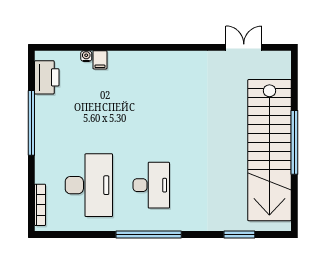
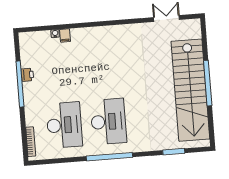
printer: (47, 77) -> (27, 75), moved, width x0.53, depth x0.68
desk: (151, 185) -> (108, 122), width x1.36, depth x1.30

